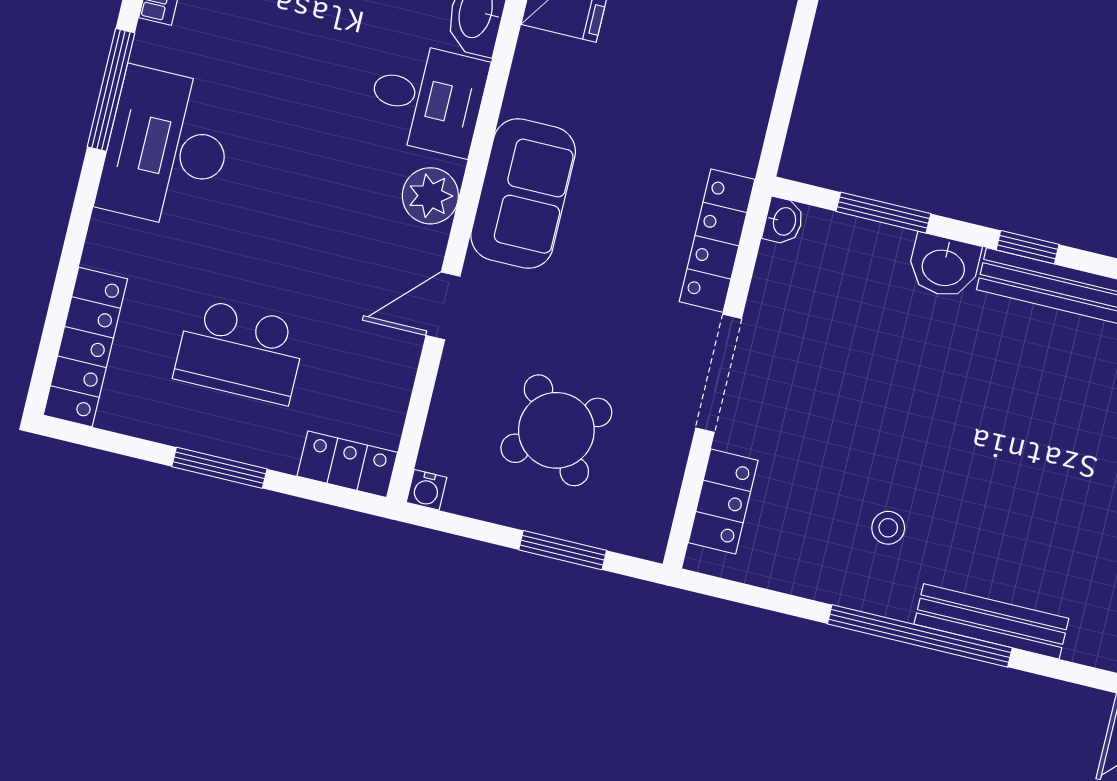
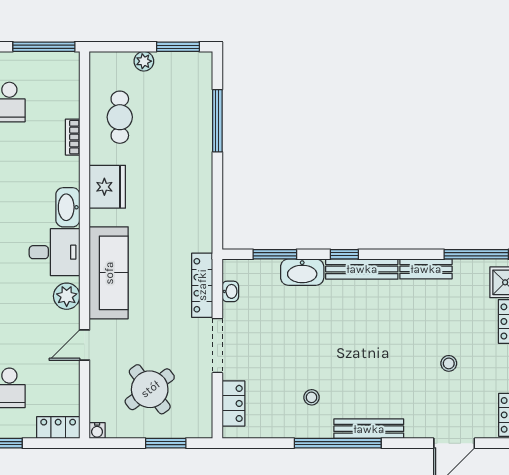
sofa: (523, 194) -> (109, 273), width x1.36
washbasin: (783, 221) -> (230, 291), moved
washbasin: (944, 266) -> (302, 272), width x1.38

